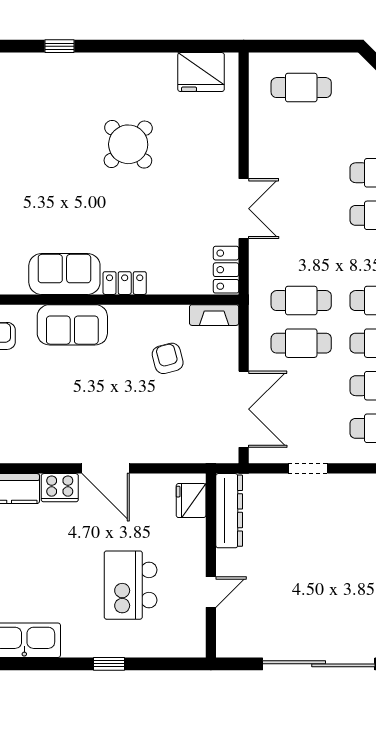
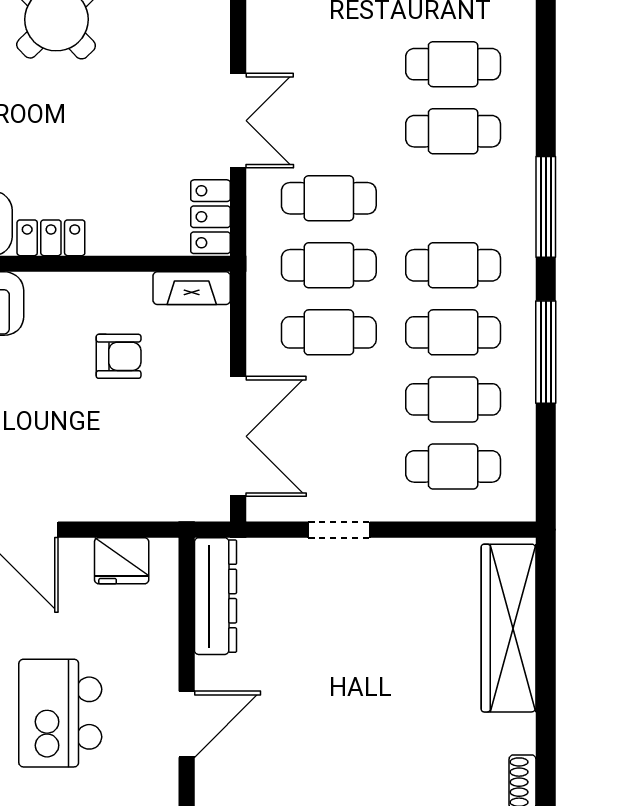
cafe table: (301, 258) -> (329, 198), added
armchair: (168, 358) -> (119, 356), turned 105
fridge: (191, 501) -> (122, 561), moved, turned -90
door: (211, 592) -> (187, 724), width x1.37

